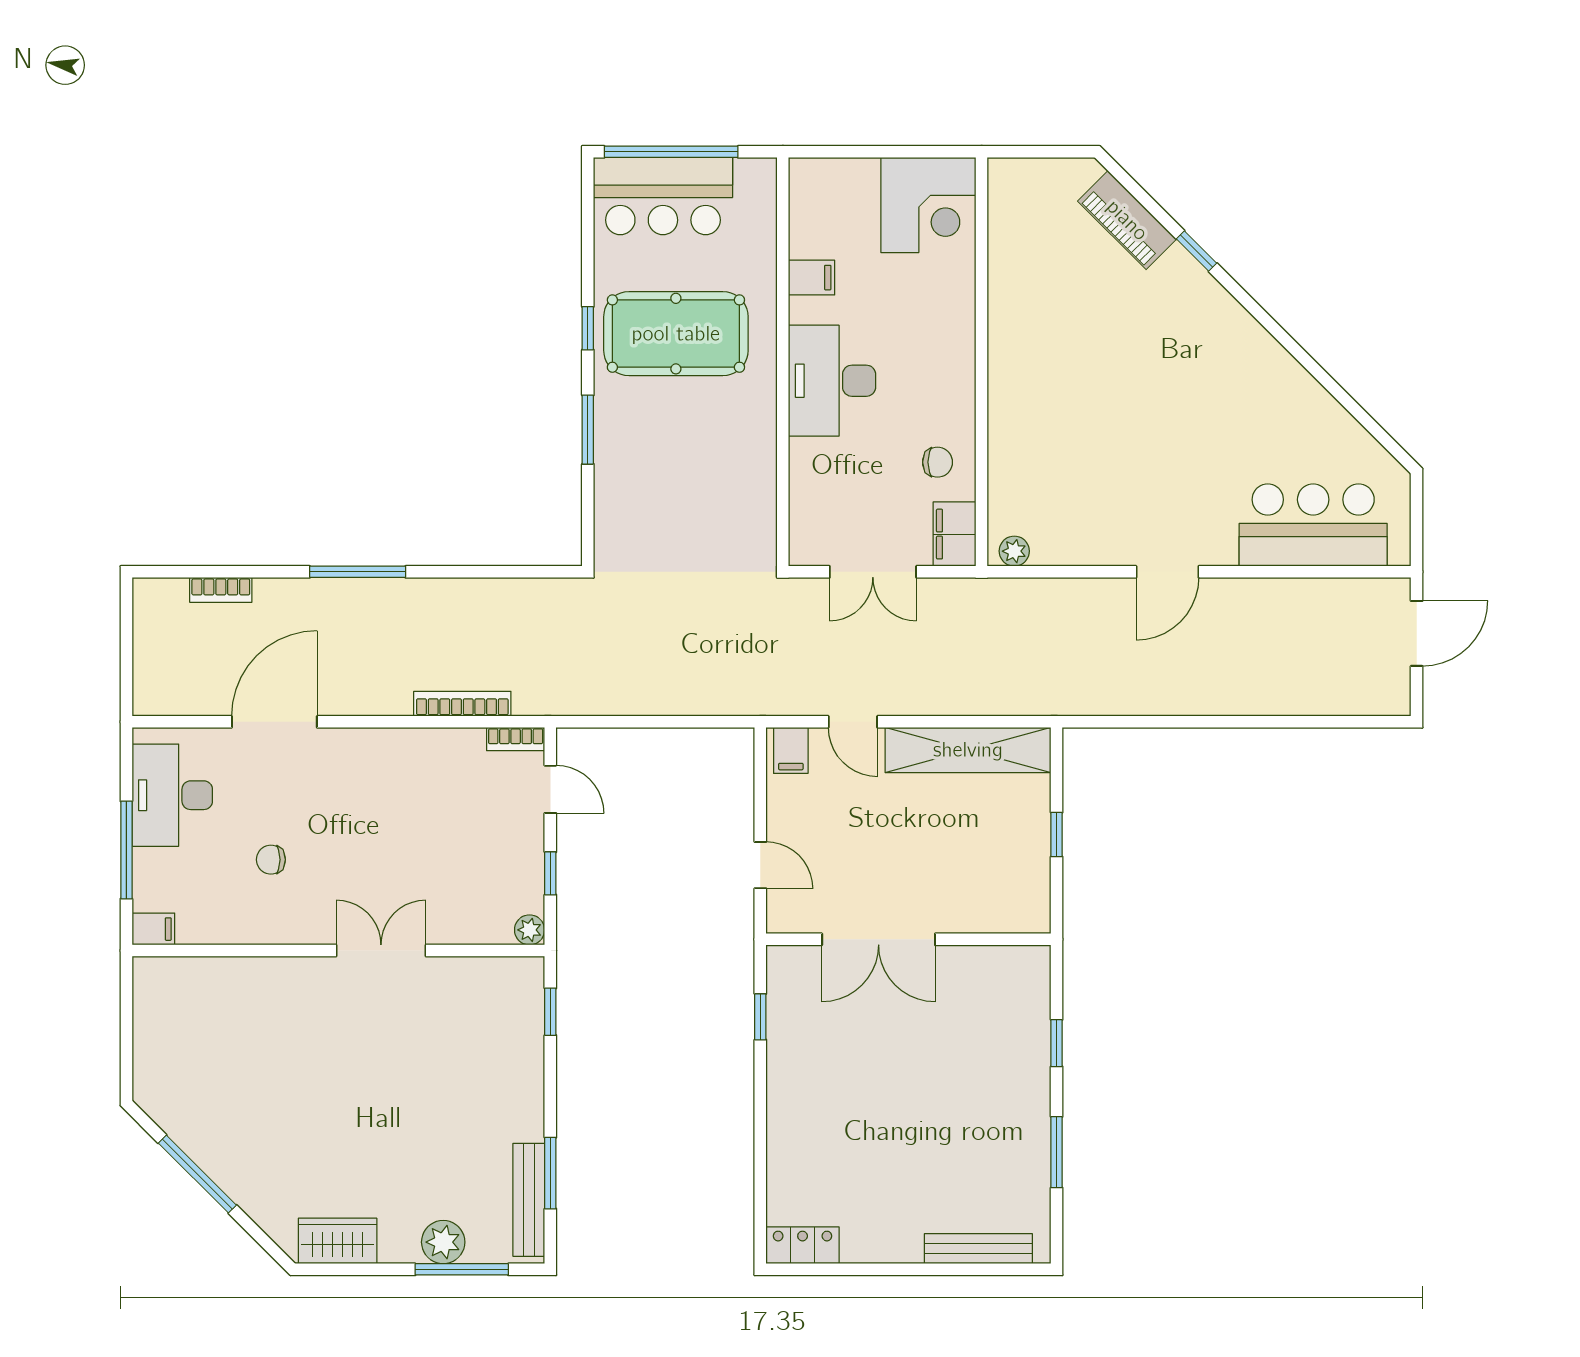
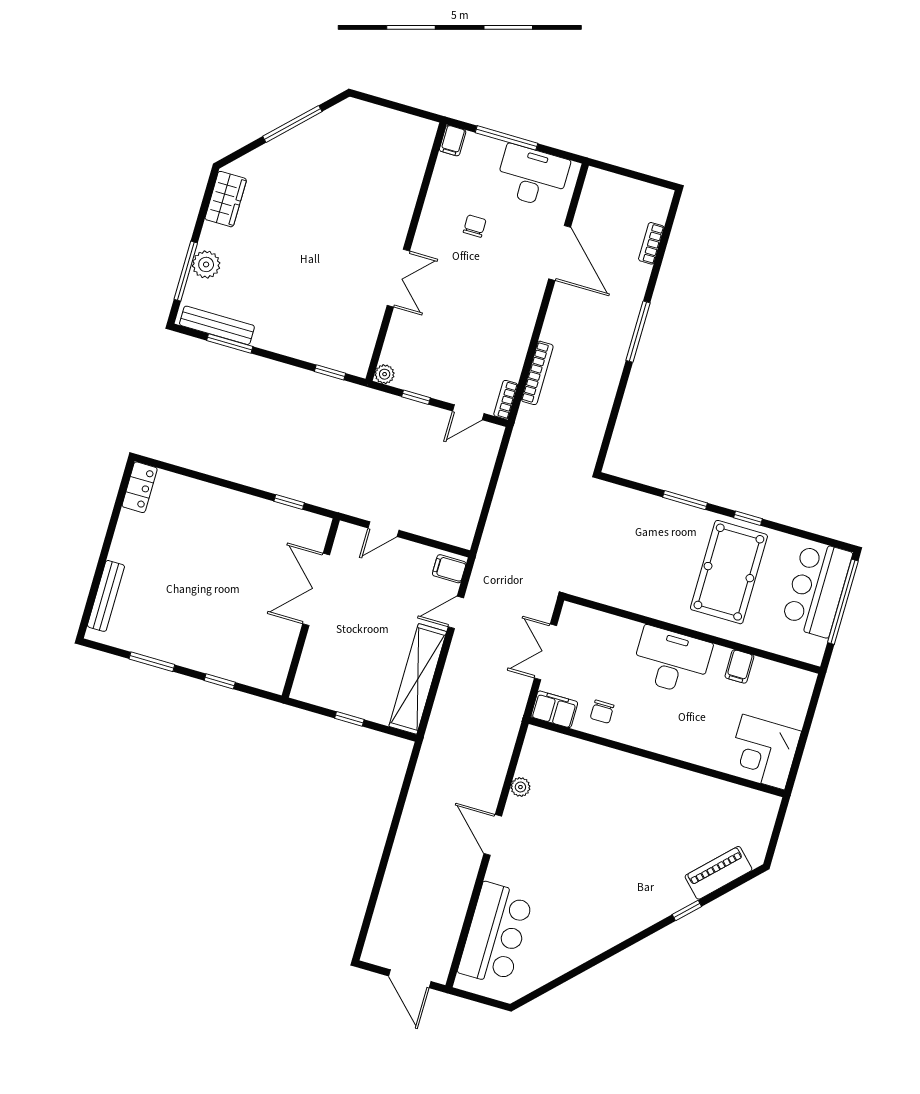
plant: (1014, 551) -> (520, 787), moved

